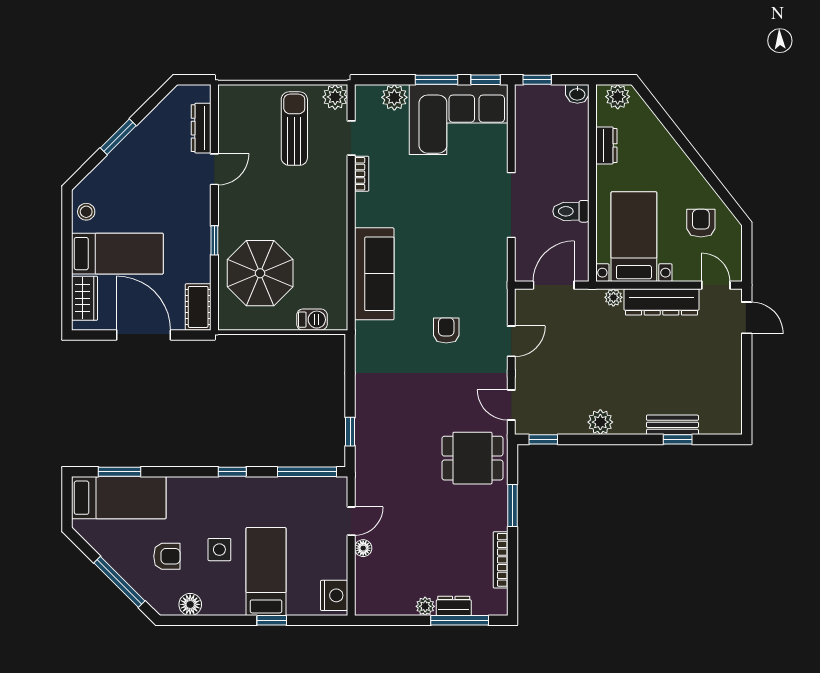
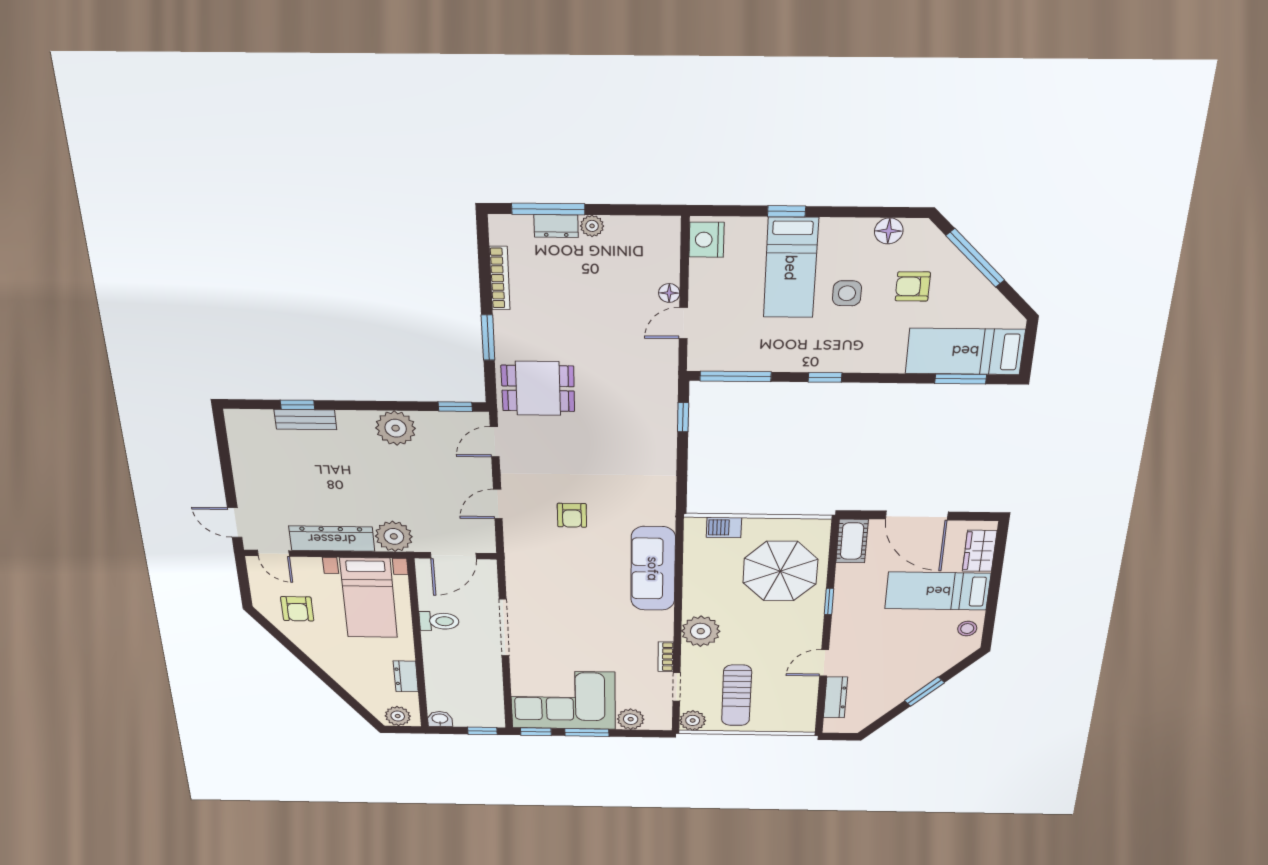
plant: (330, 204) -> (701, 631), added
plant: (613, 297) -> (394, 536), width x1.88, depth x1.88
door: (511, 405) -> (495, 442), swing flipped
plant: (600, 422) -> (396, 428), width x1.36, depth x1.36

